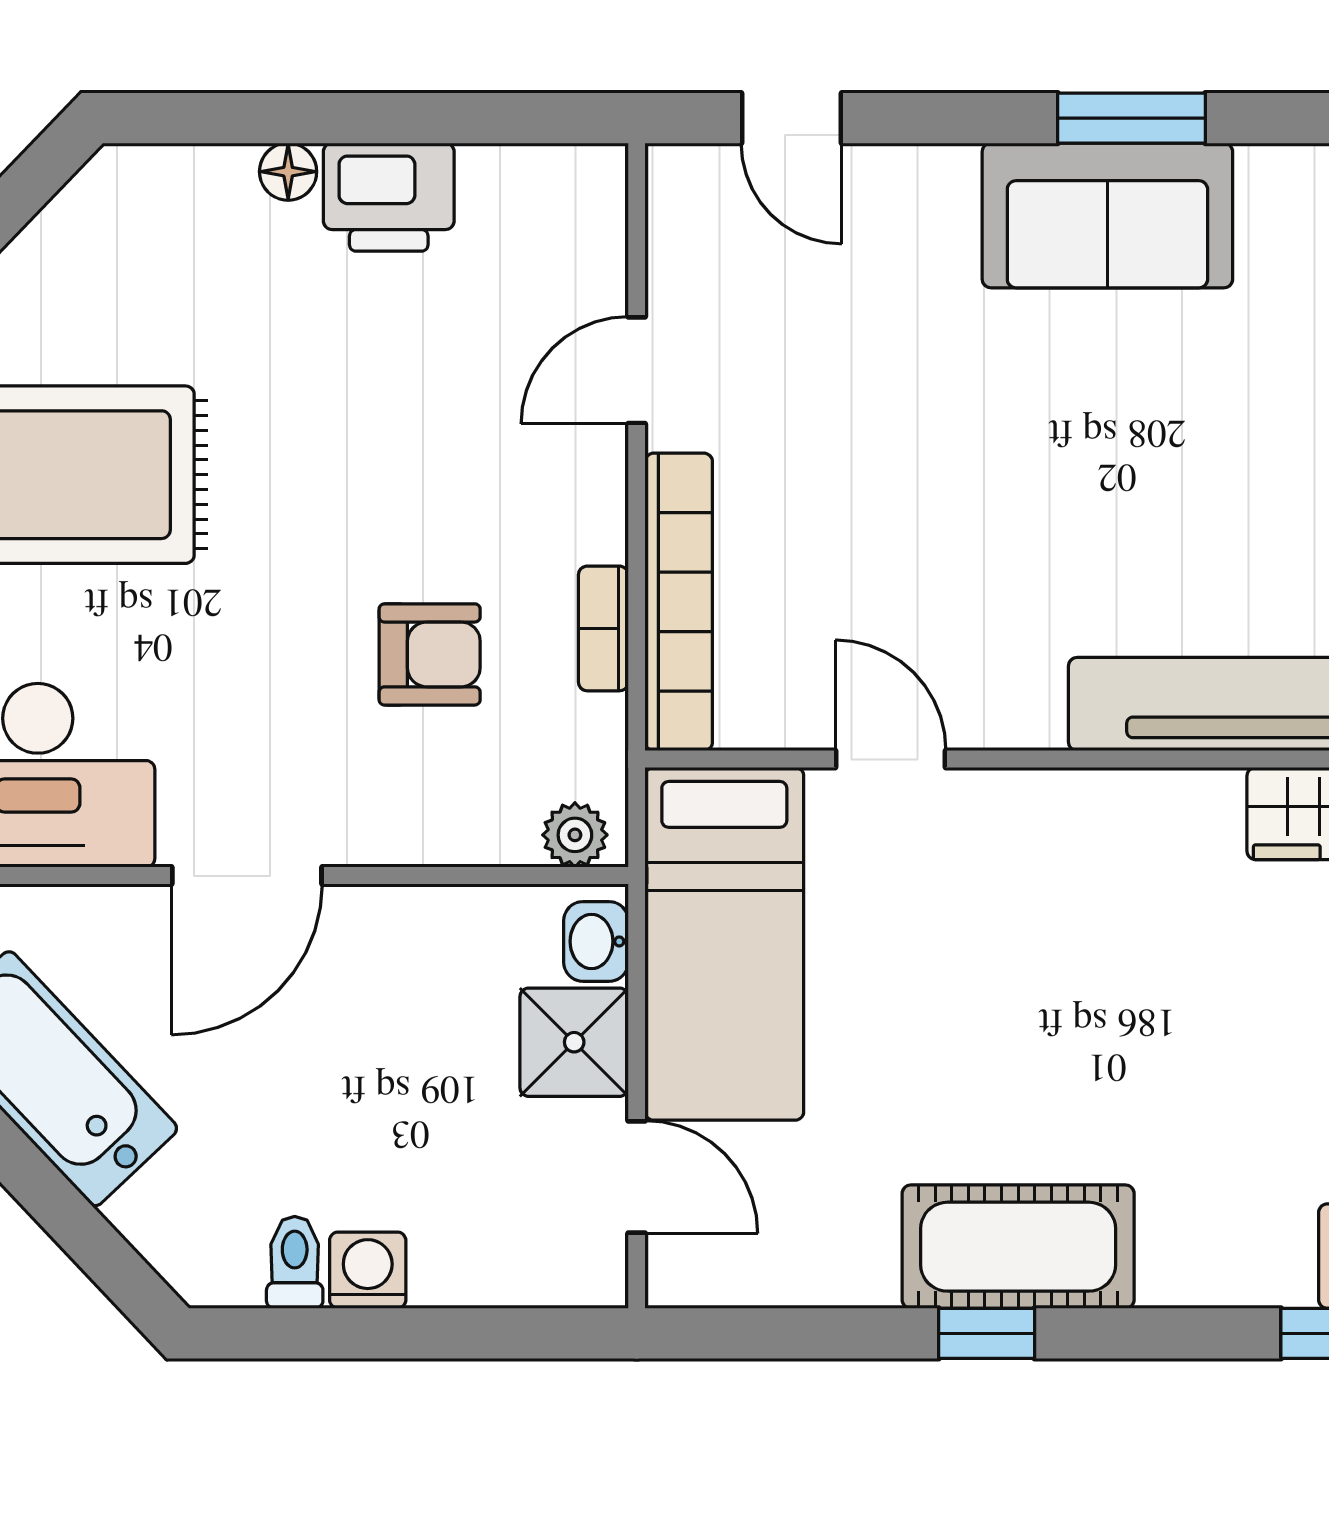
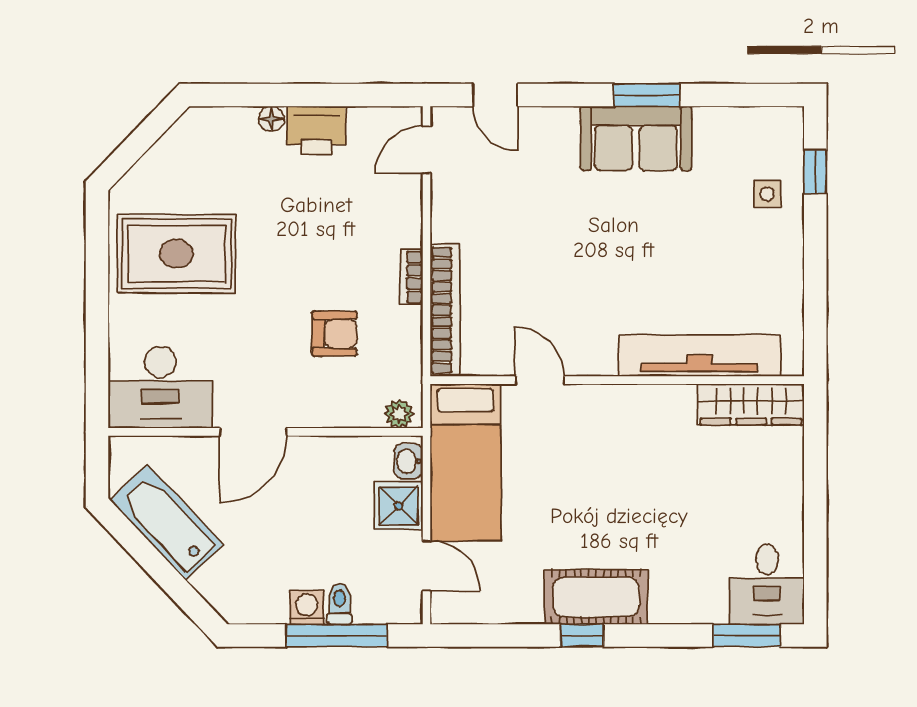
door: (637, 370) -> (426, 150), moved
bookcase: (603, 628) -> (412, 277), moved
toilet: (295, 1262) -> (339, 604), moved
window: (434, 1333) -> (337, 636), added

